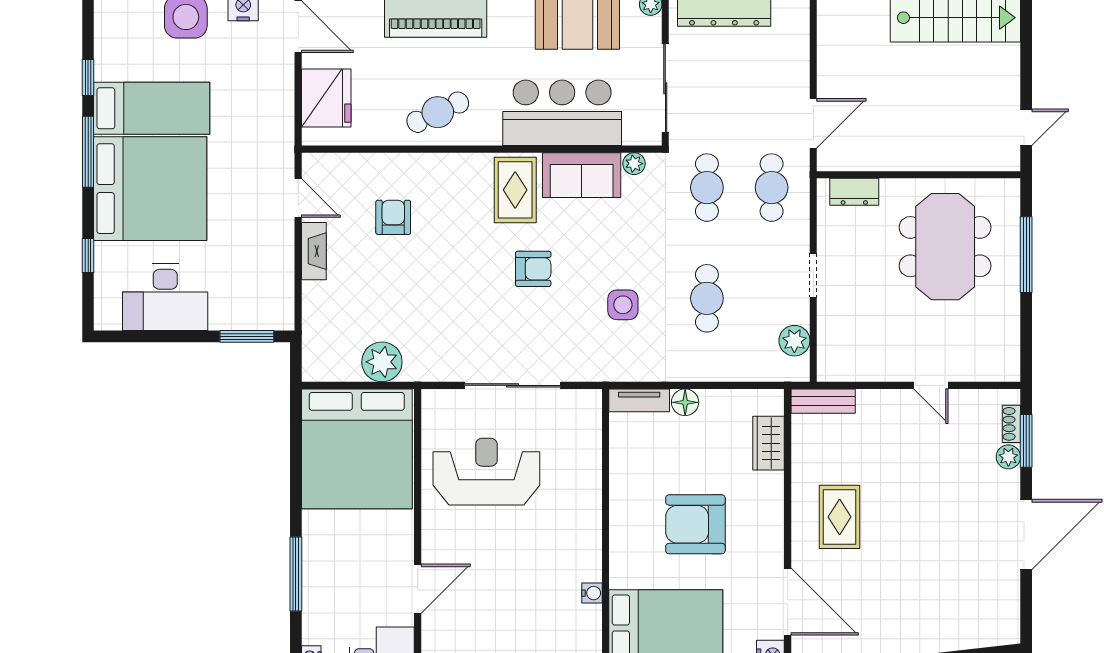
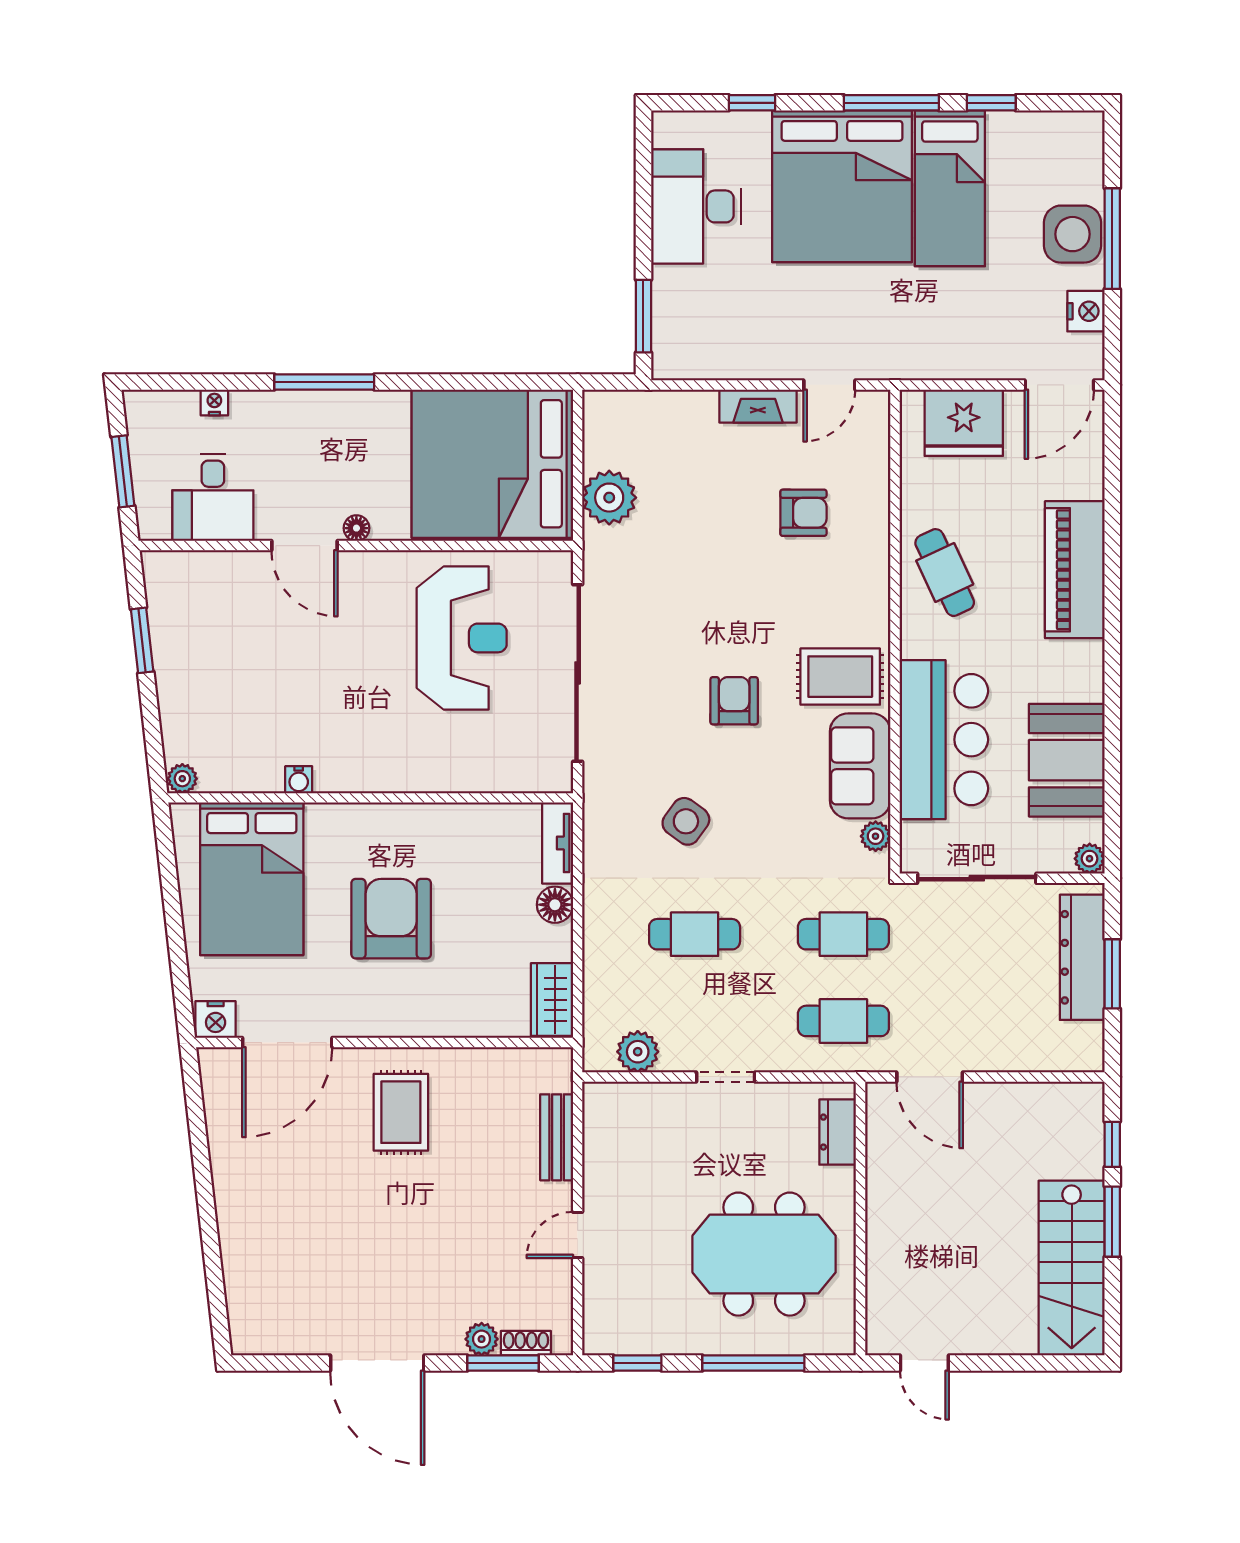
armchair: (533, 269) -> (734, 701), turned 180
side table: (623, 305) -> (686, 821), turned 36
window: (1026, 341) -> (637, 1363), added
sliding door: (512, 385) -> (578, 673), width x1.36
bench: (823, 401) -> (557, 1137), moved
wardrobe: (769, 443) -> (552, 1000), moved, turned -90
rug: (840, 517) -> (401, 1112), turned 90
floor lamp: (405, 550) -> (356, 528), added

